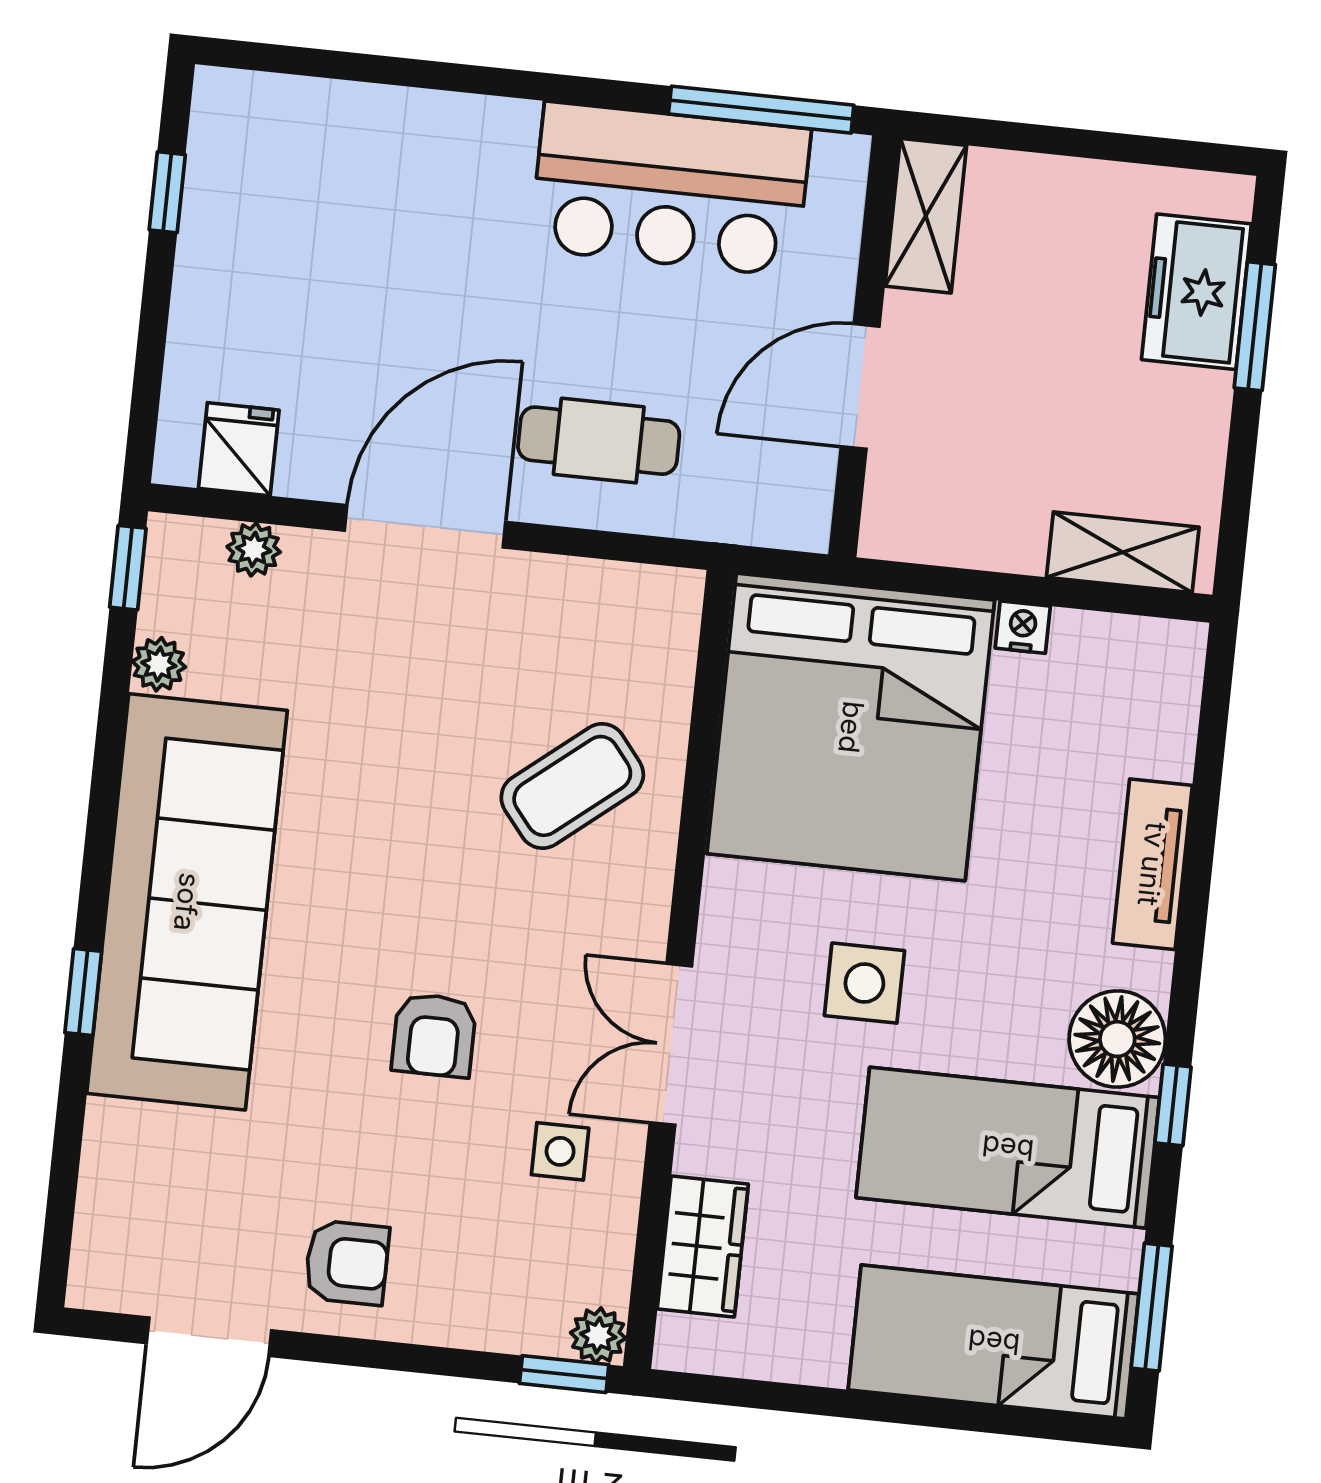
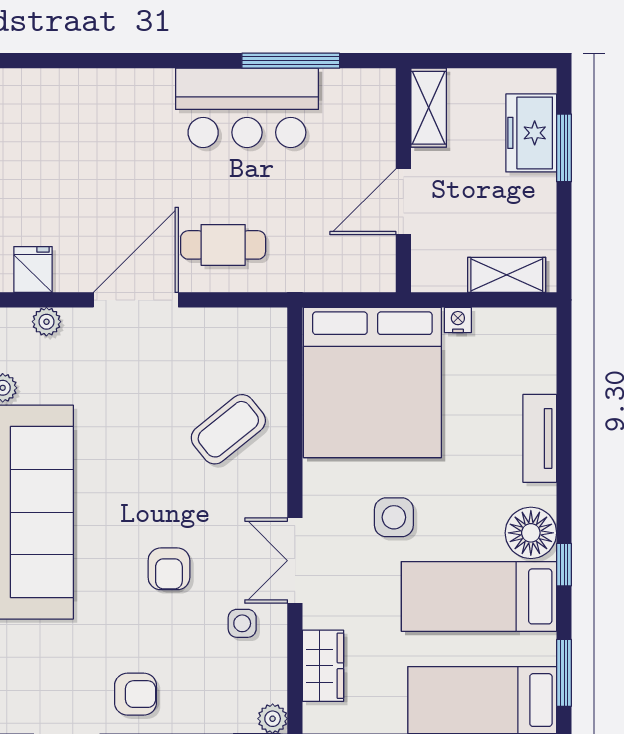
shelving: (926, 216) -> (429, 108), moved
wall: (864, 346) -> (403, 180), moved
door: (860, 386) -> (403, 202), moved

